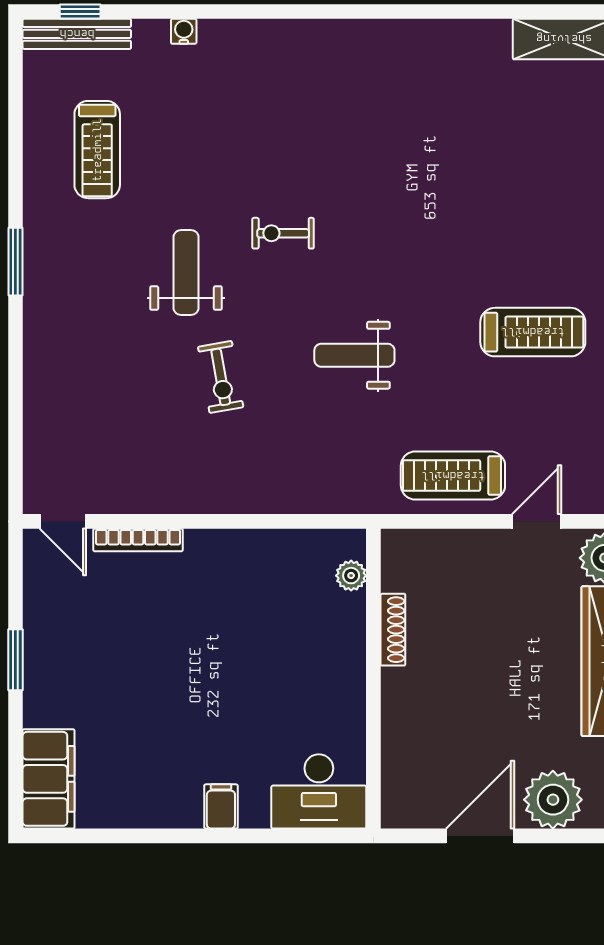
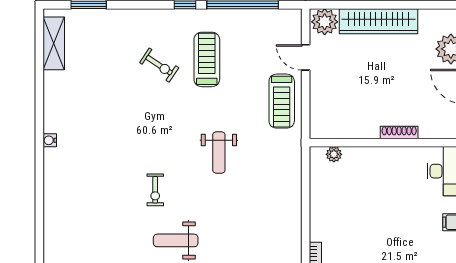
water cooler: (184, 31) -> (50, 140), moved
exercise bike: (221, 377) -> (159, 65), moved, turned 44
shoe rack: (393, 630) -> (399, 132), moved

